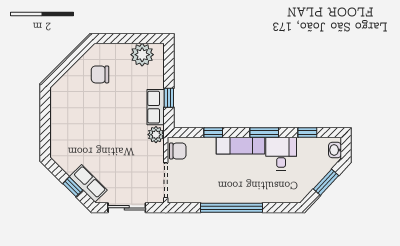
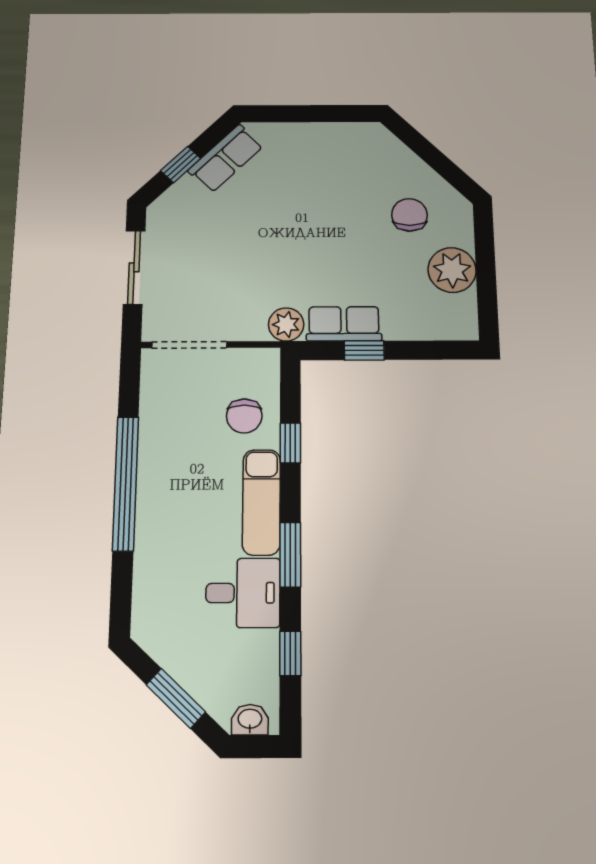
plant: (142, 55) -> (452, 270), moved
chair: (178, 151) -> (244, 416), moved
row of seats: (88, 183) -> (226, 158), moved

